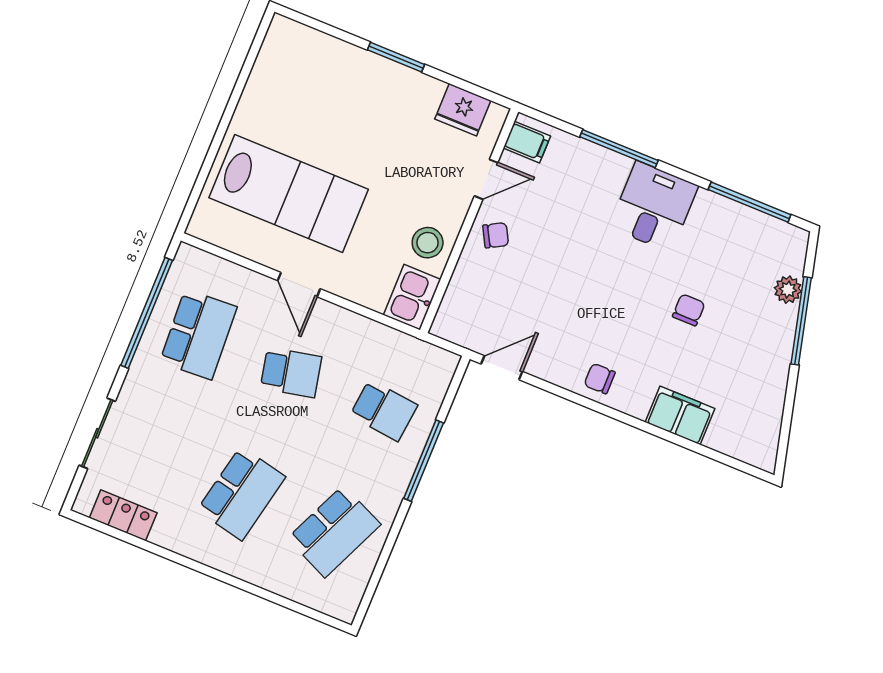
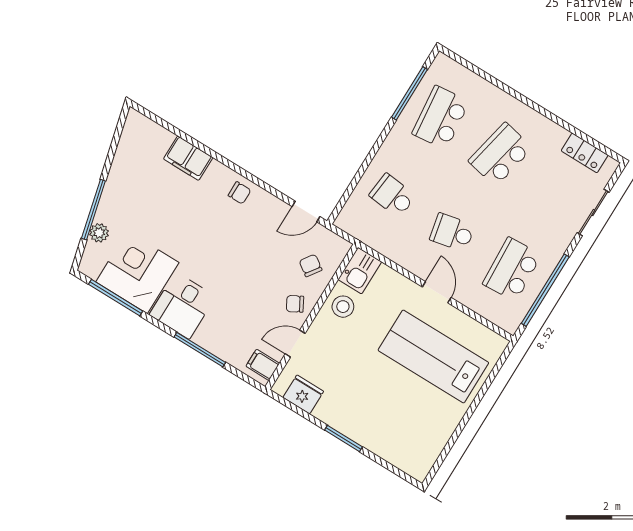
corner desk: (725, 243) -> (137, 272), added
chair: (689, 310) -> (311, 265), moved, turned 125
window: (424, 461) -> (409, 93), moved
school desk: (334, 531) -> (441, 118), turned -30

